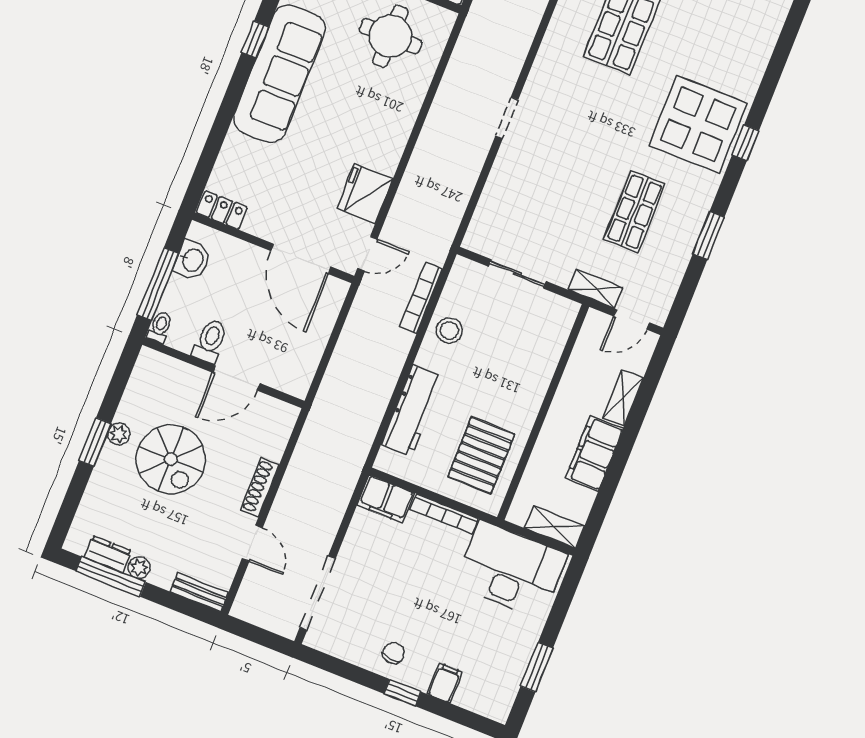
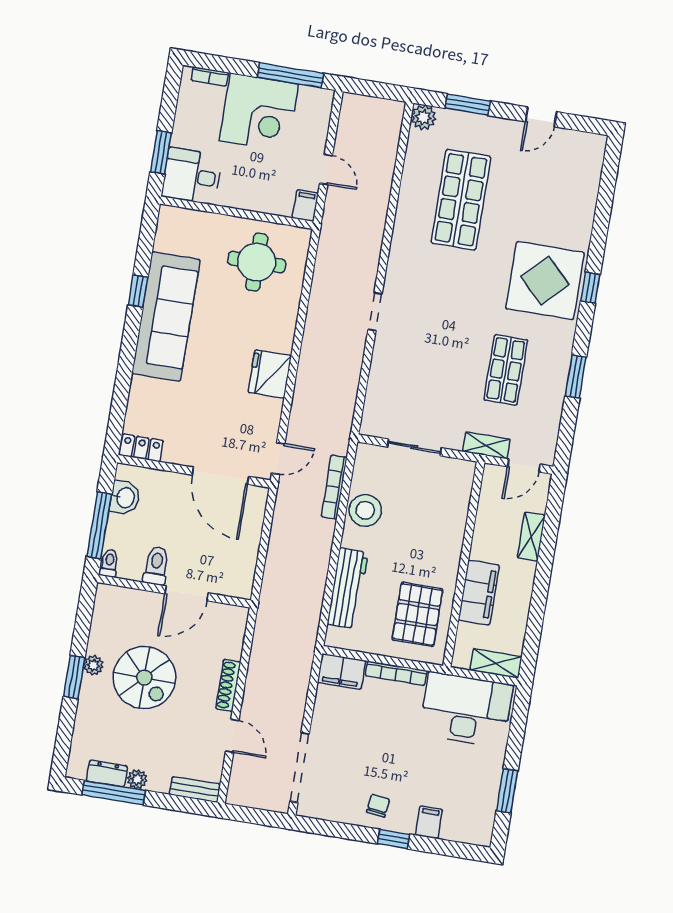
fridge: (365, 194) -> (270, 374), moved
stool: (449, 330) -> (365, 510), width x1.38, depth x1.38
filing cabinet: (594, 453) -> (479, 593), moved, turned 180

